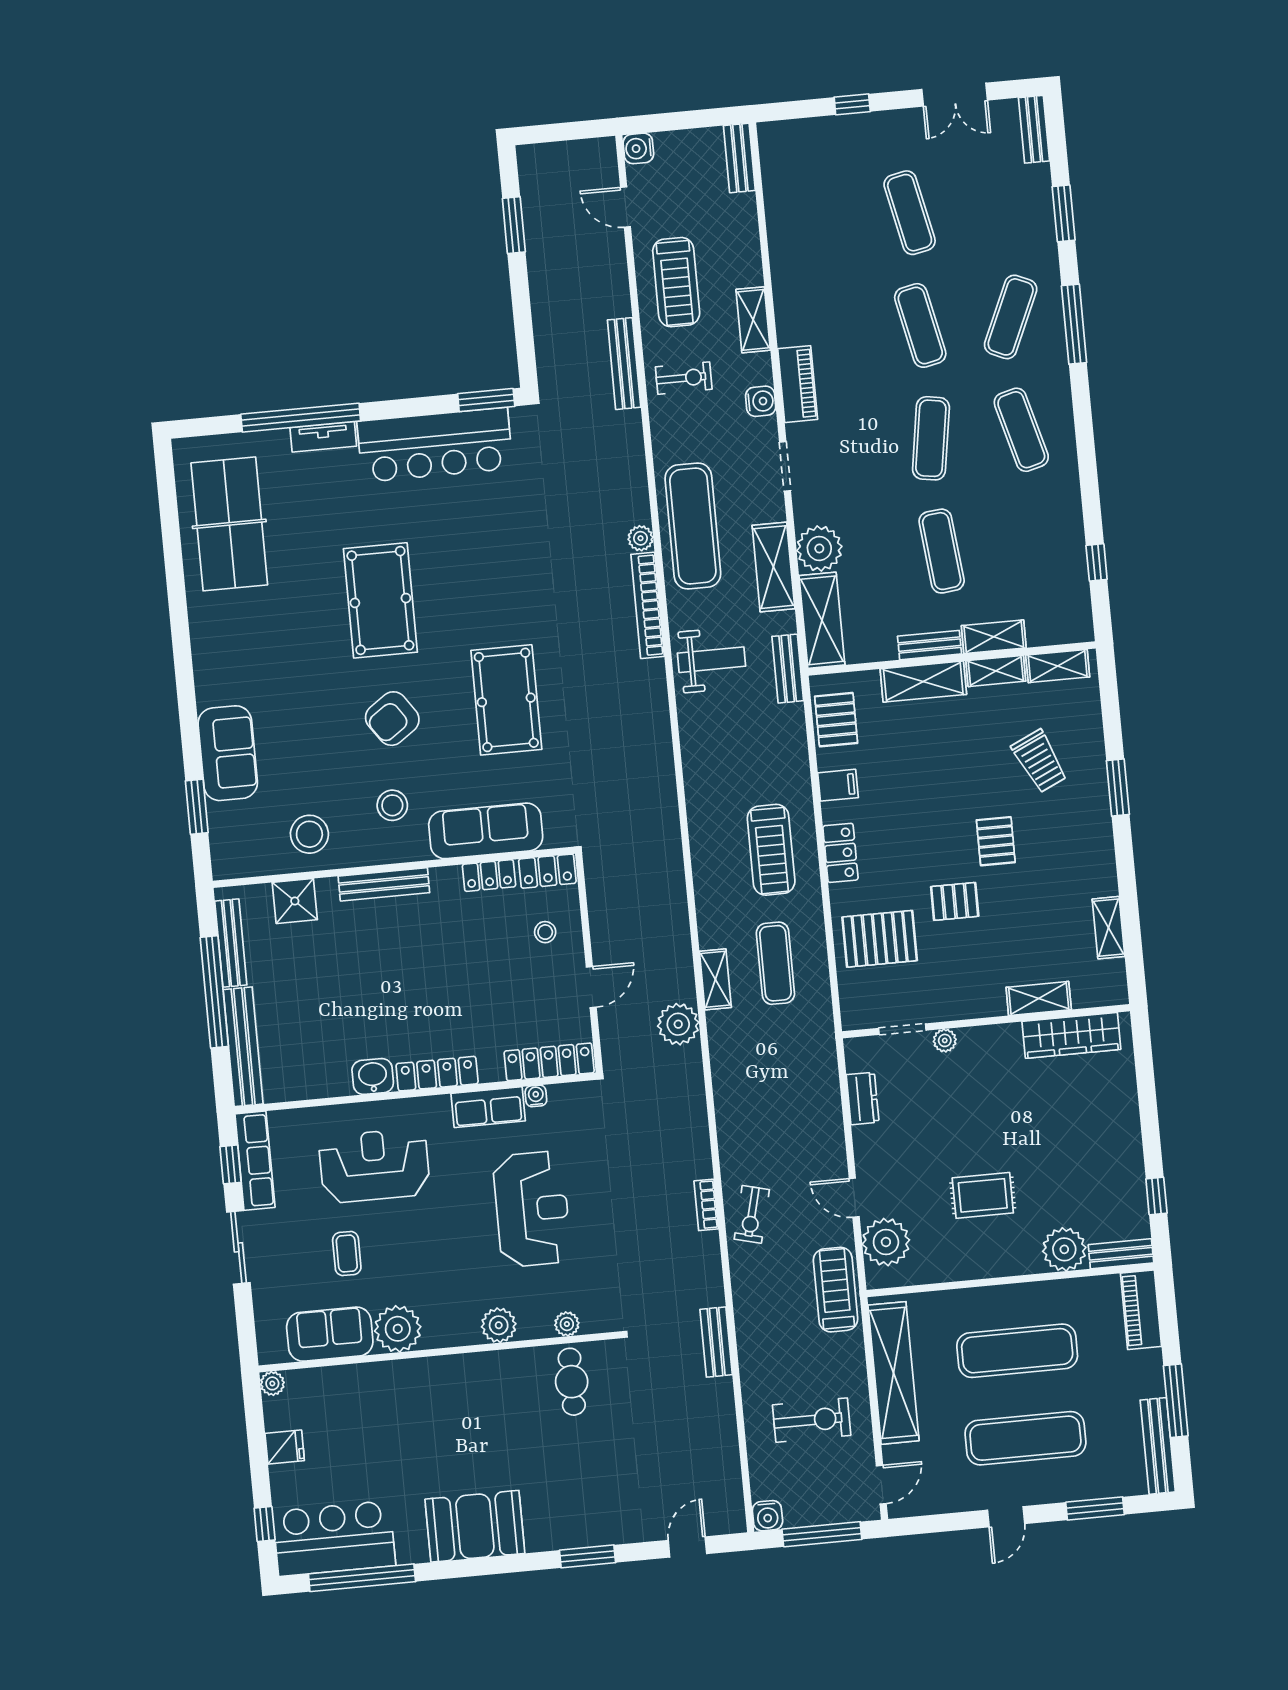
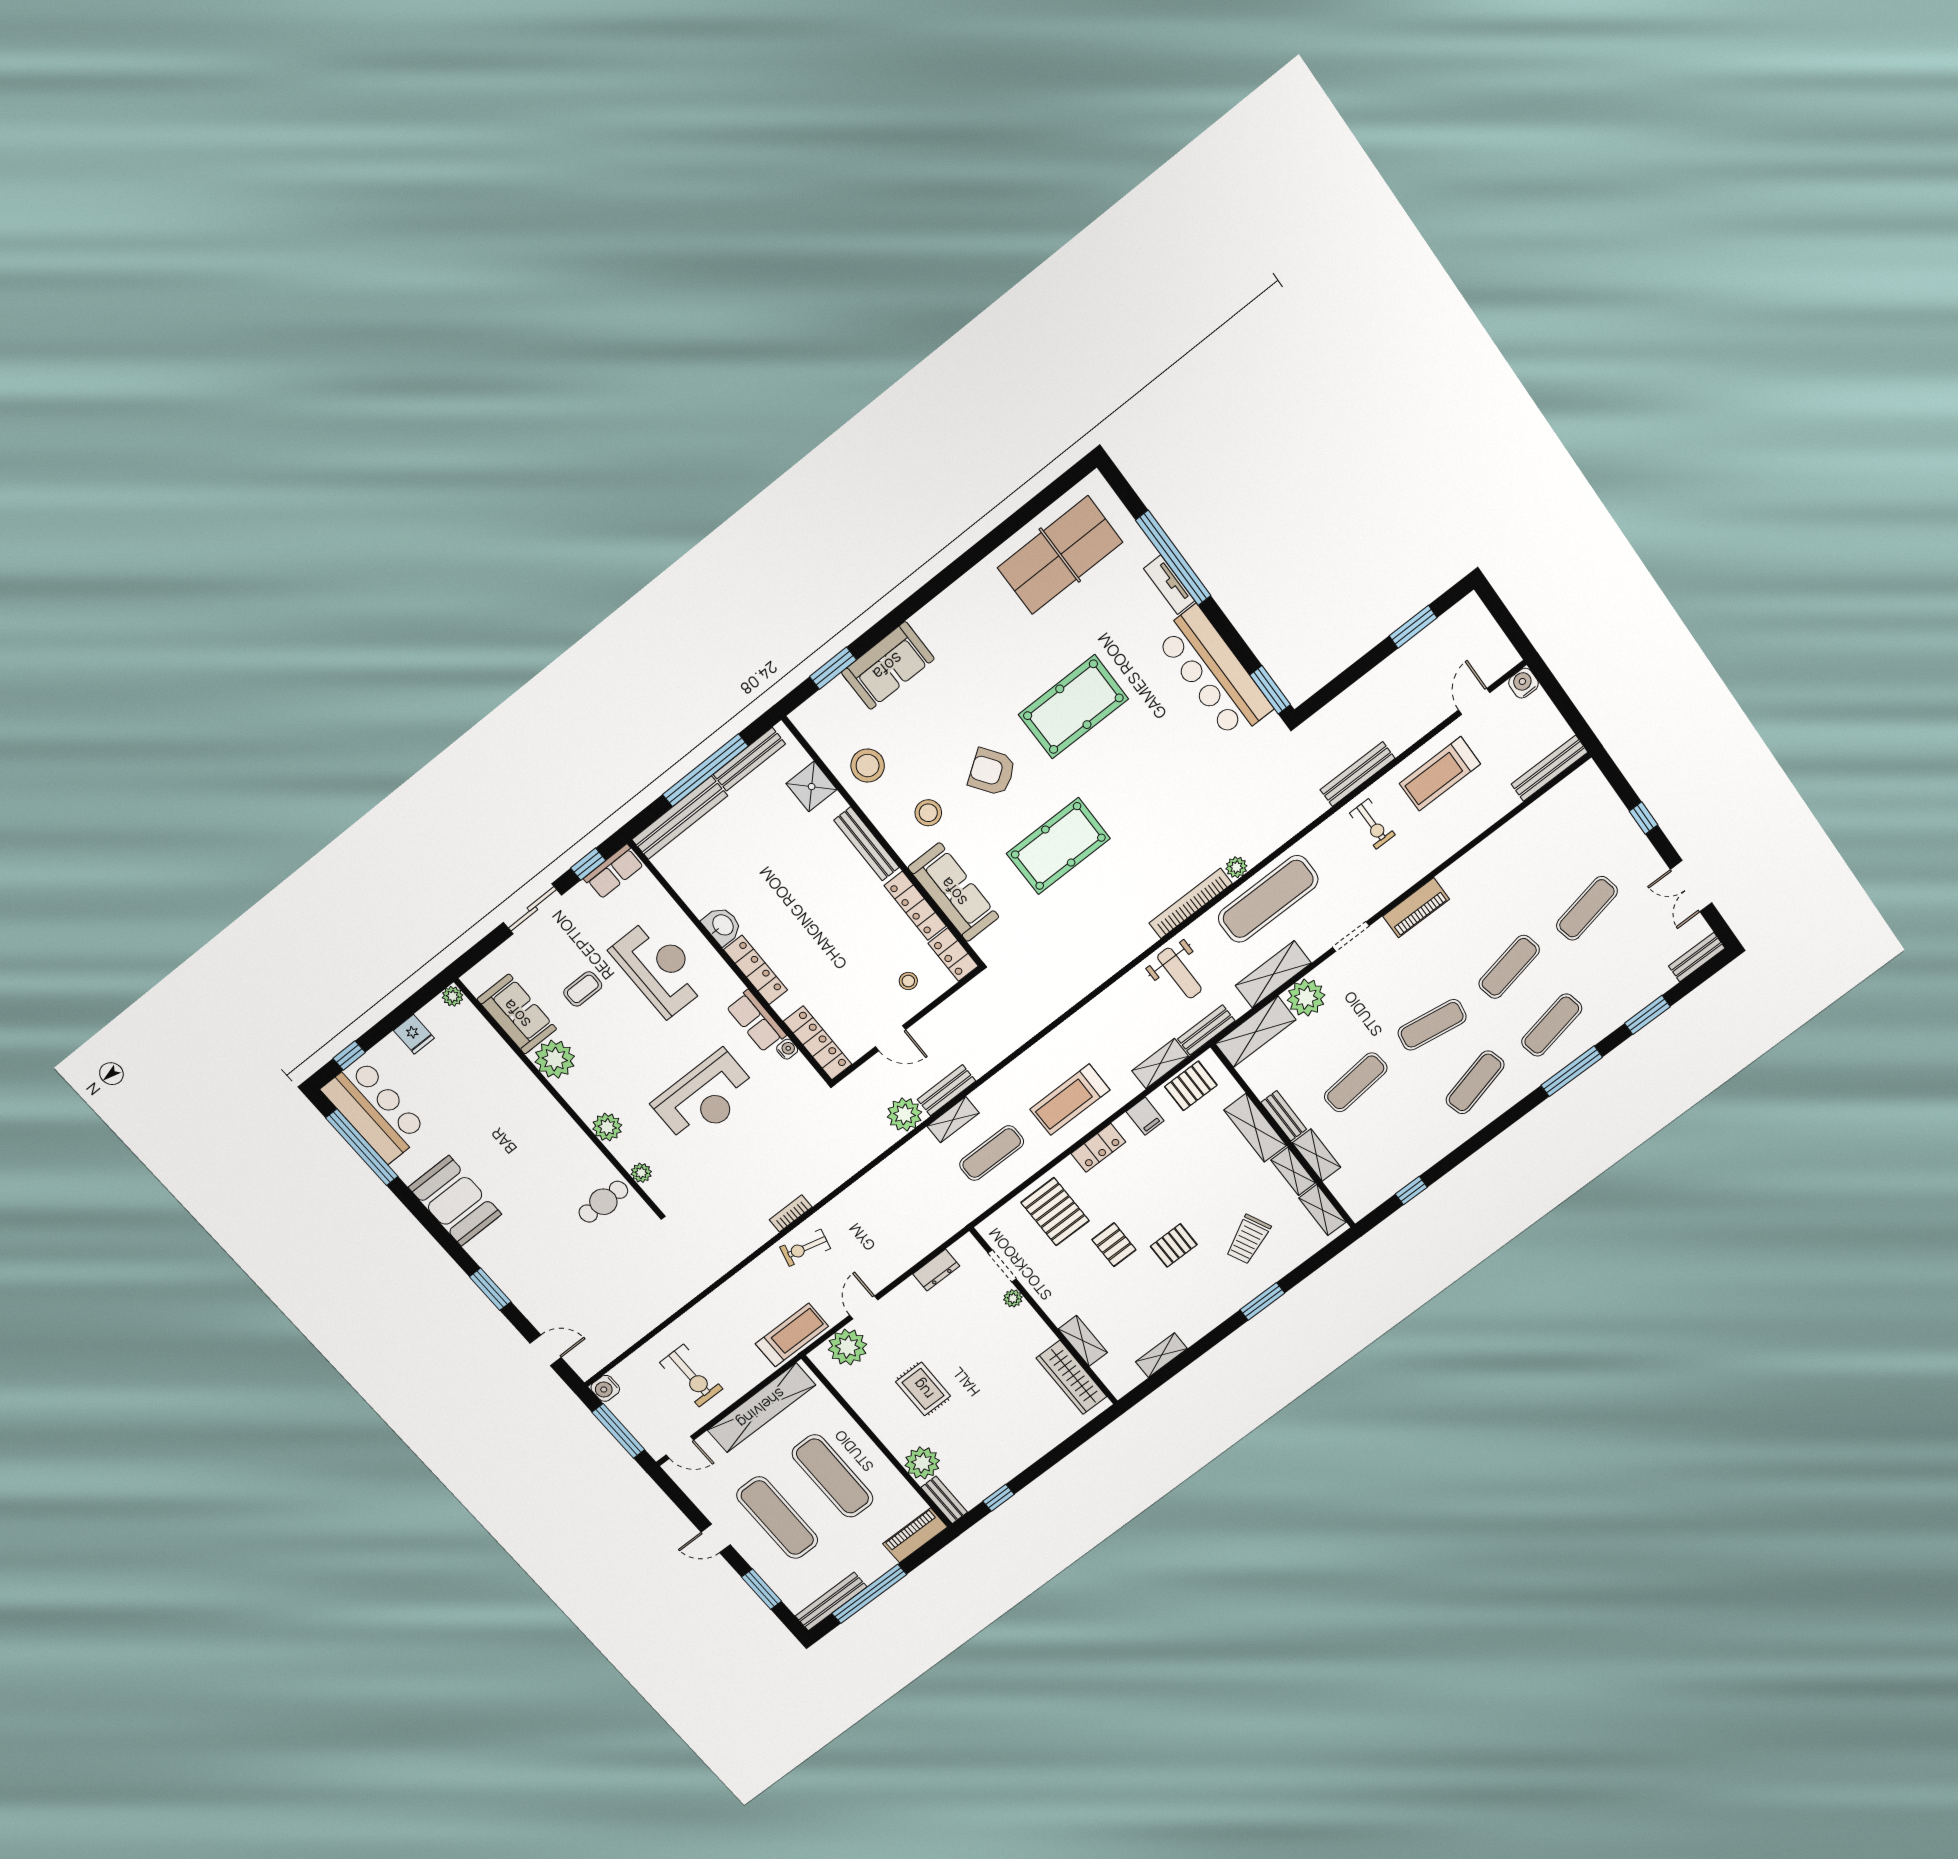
bench: (739, 158) -> (1550, 768), width x1.36
exercise mat: (1011, 317) -> (1552, 1025), turned -36
shelving: (753, 320) -> (1160, 1064), moved
water cooler: (761, 401) -> (1388, 890), removed
locker: (489, 876) -> (915, 906), width x1.53
row of seats: (255, 1161) -> (614, 872), width x0.68
bench: (716, 1342) -> (946, 1090), moved
window: (1176, 1401) -> (869, 1594), width x1.46

